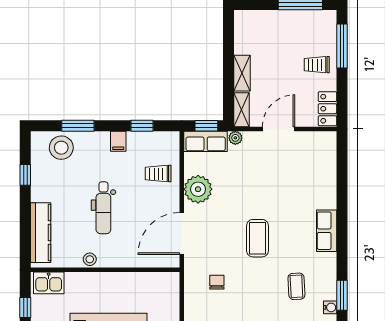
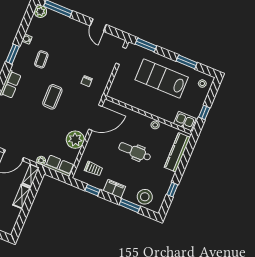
window: (206, 126) -> (55, 175), removed
filing cabinet: (118, 141) -> (114, 189), width x2.00
trolley: (158, 174) -> (93, 169), moved
dental chair: (103, 208) -> (135, 152), turned -90
window: (342, 295) -> (13, 54), moved

